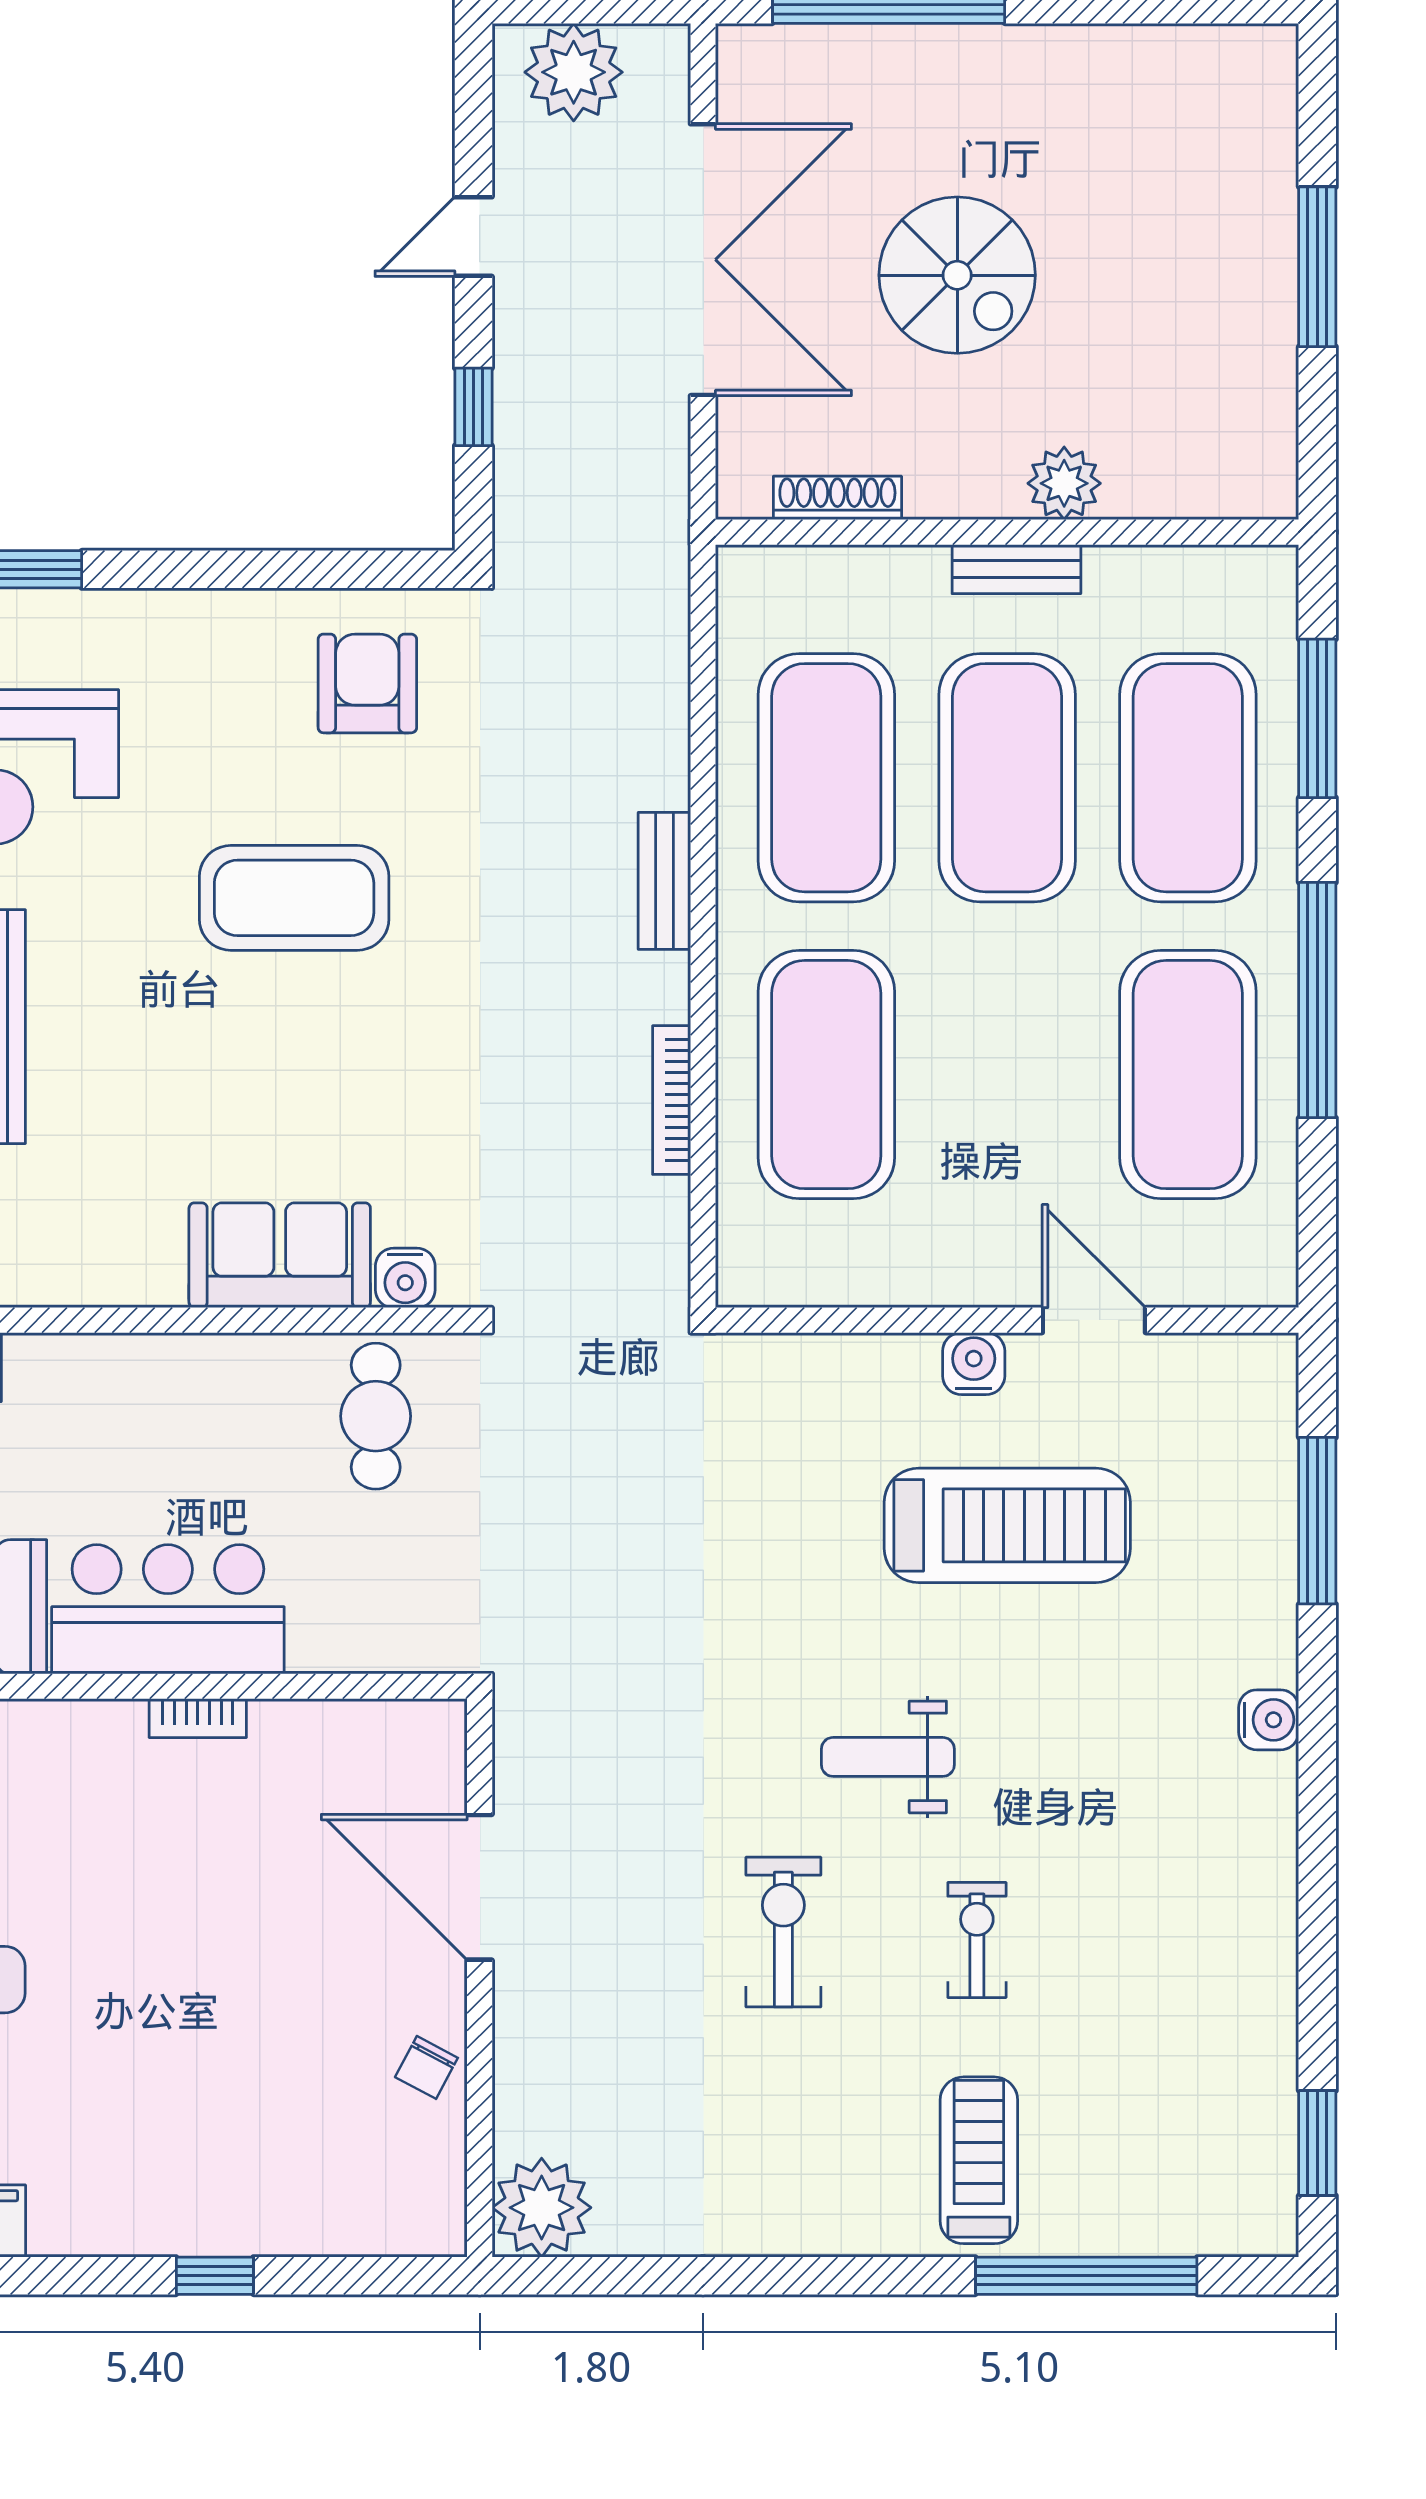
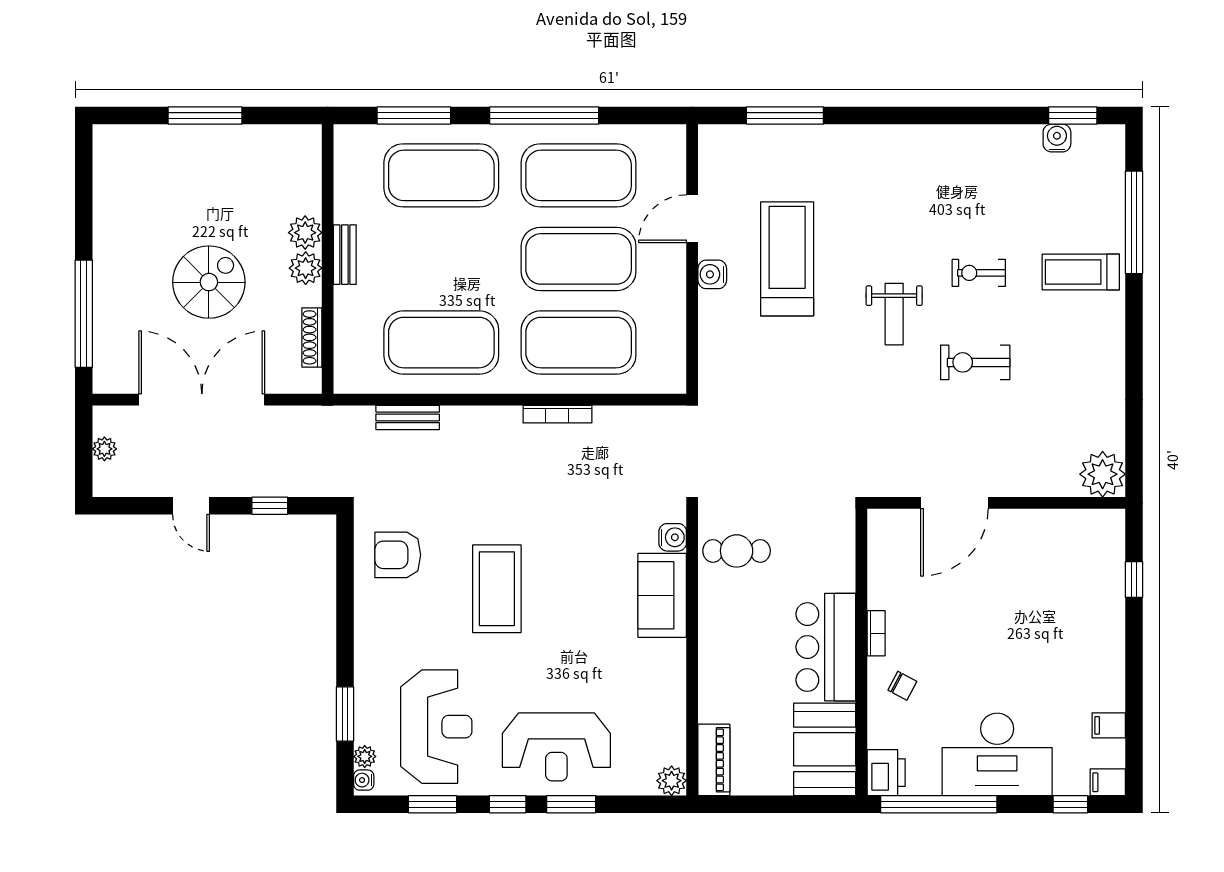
plant: (574, 72) -> (104, 449), width x0.53, depth x0.53
plant: (987, 484) -> (306, 268), added
exercise mat: (1007, 778) -> (579, 259), moved
bench: (664, 881) -> (408, 417), moved
bookcase: (672, 1100) -> (557, 414), moved
water cooler: (1269, 1720) -> (1057, 138), moved
chair: (426, 2067) -> (902, 686), moved
window: (215, 2276) -> (1134, 580), moved

